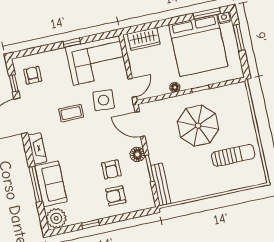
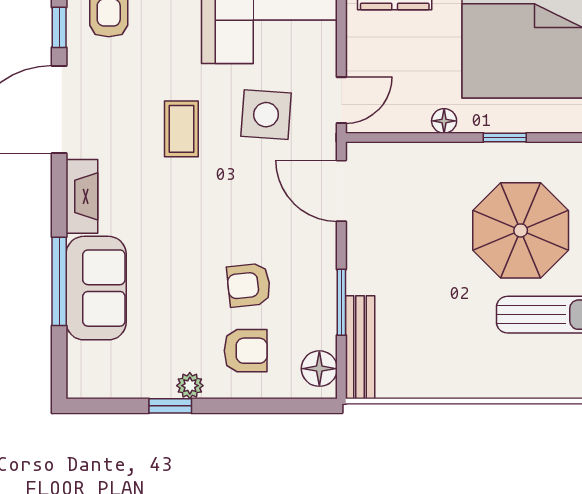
coffee table: (71, 113) -> (181, 129), turned 90
parasol: (198, 126) -> (521, 230), moved
floor lamp: (137, 154) -> (319, 369), moved
armchair: (111, 169) -> (249, 285), turned 84
armchair: (116, 196) -> (246, 351), turned 180
plant: (56, 218) -> (190, 386), moved, width x0.53, depth x0.53

